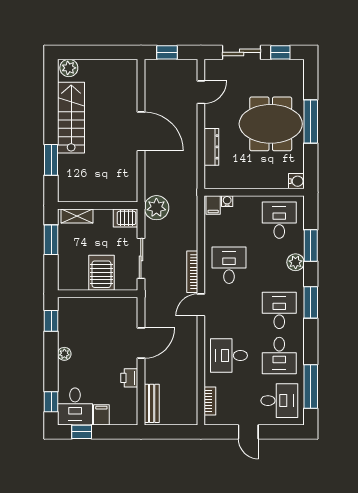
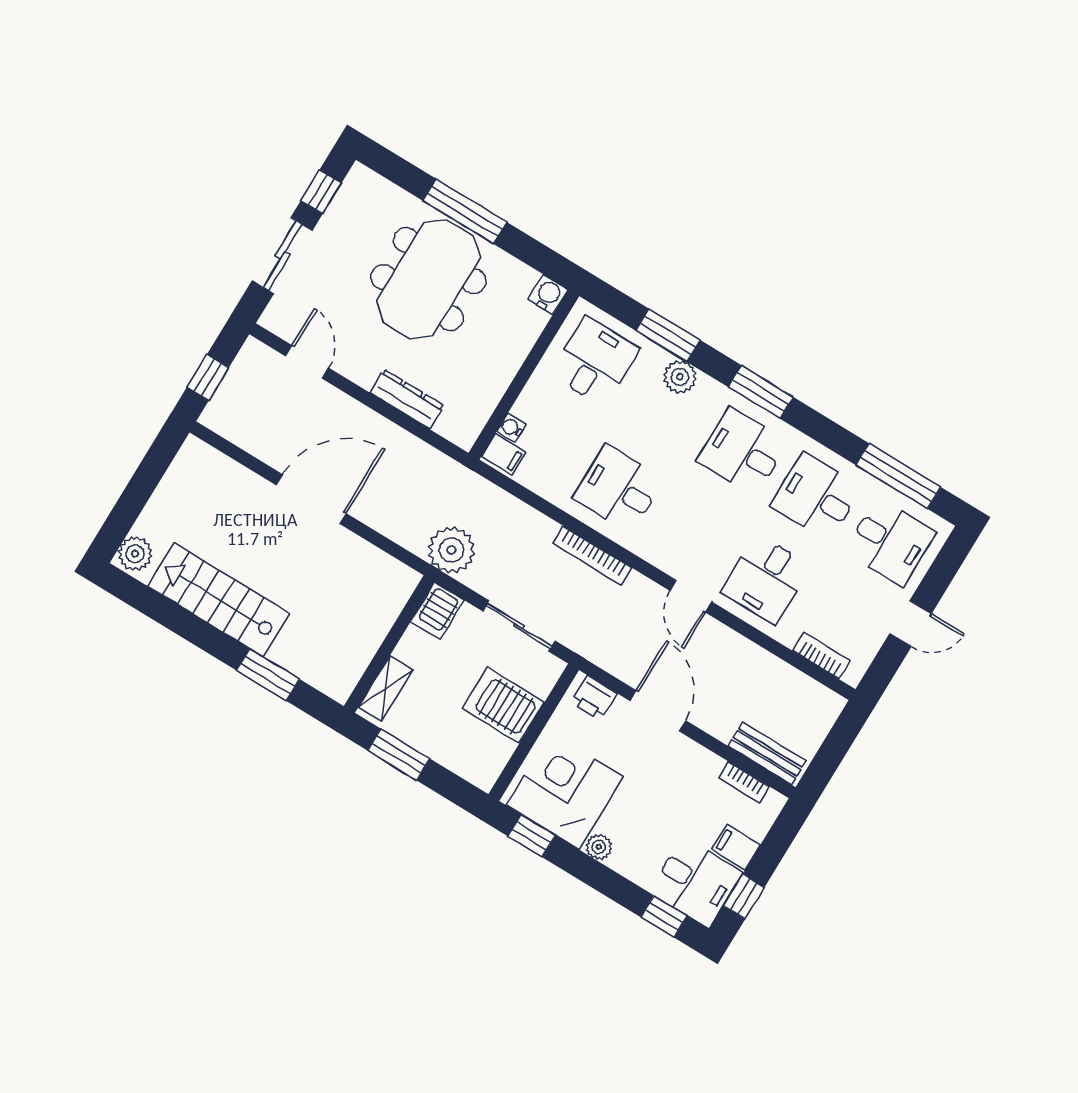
desk: (279, 220) -> (595, 361), turned 90
door: (201, 305) -> (691, 596), moved
corner desk: (80, 324) -> (565, 791), added
desk: (279, 355) -> (816, 497), turned 180
printer: (129, 378) -> (594, 698), moved
bookcase: (133, 401) -> (744, 782), added
desk: (279, 401) -> (890, 542), turned 90

